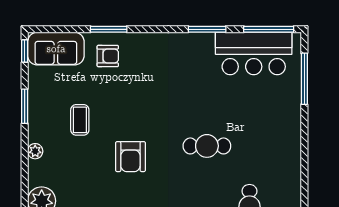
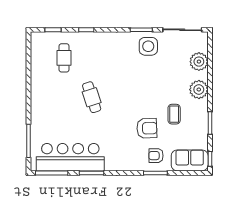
bar counter: (254, 53) -> (70, 157), width x1.36
cafe table: (207, 146) -> (92, 97), turned 72
plant: (35, 151) -> (199, 90), width x1.88, depth x1.88
armchair: (130, 157) -> (147, 128), moved, turned 88

